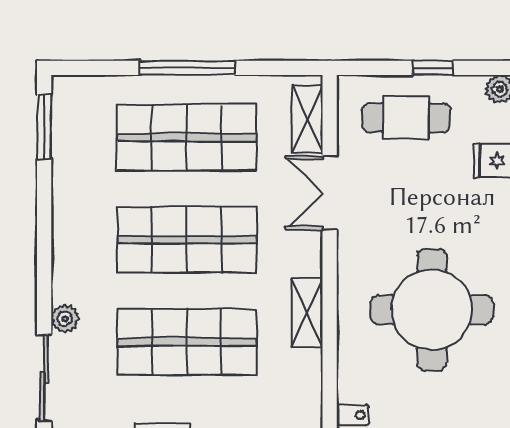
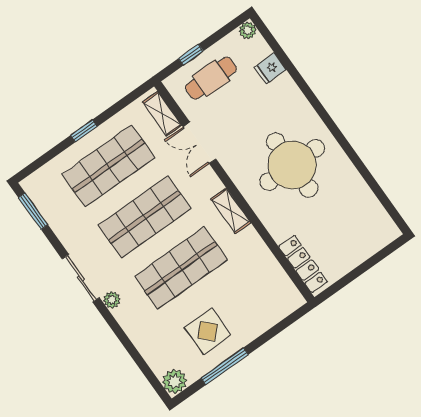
window: (187, 68) -> (84, 131), width x0.46
window: (433, 68) -> (191, 55), moved
sliding door: (44, 378) -> (81, 278), moved

